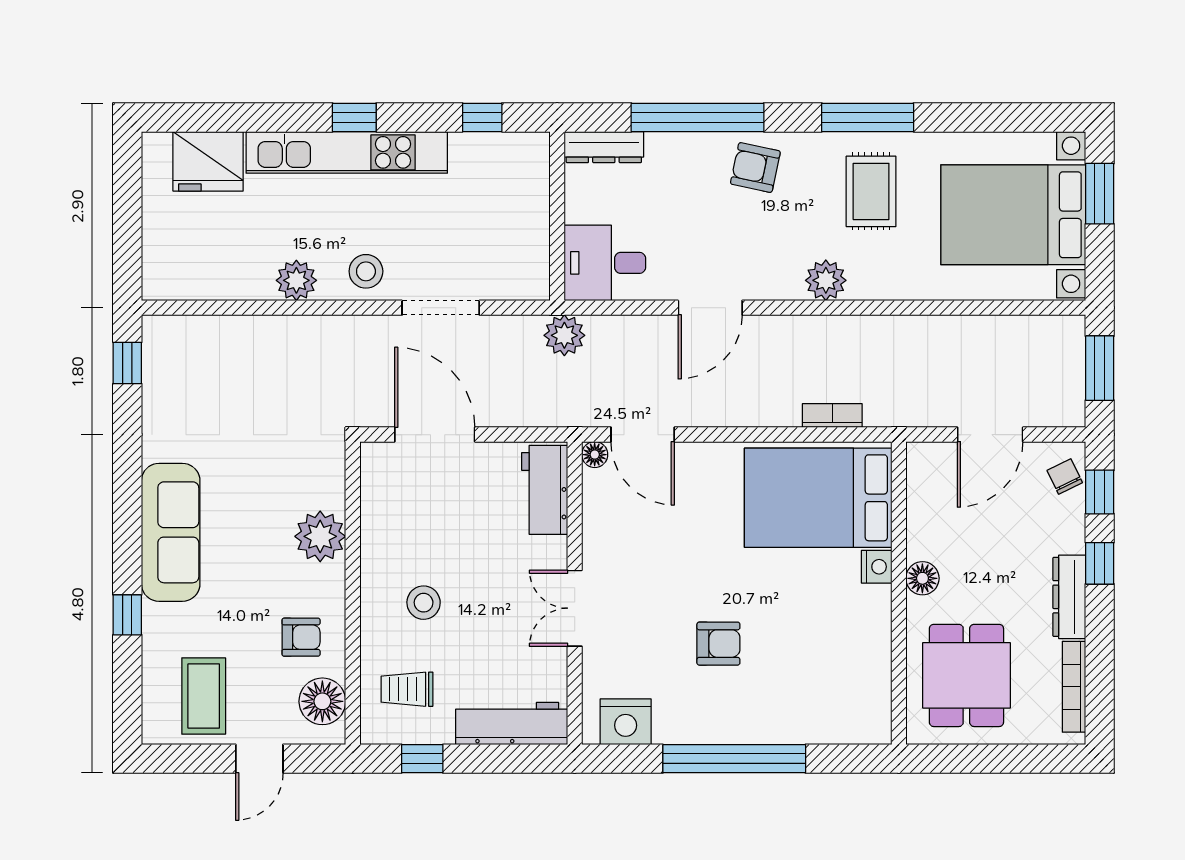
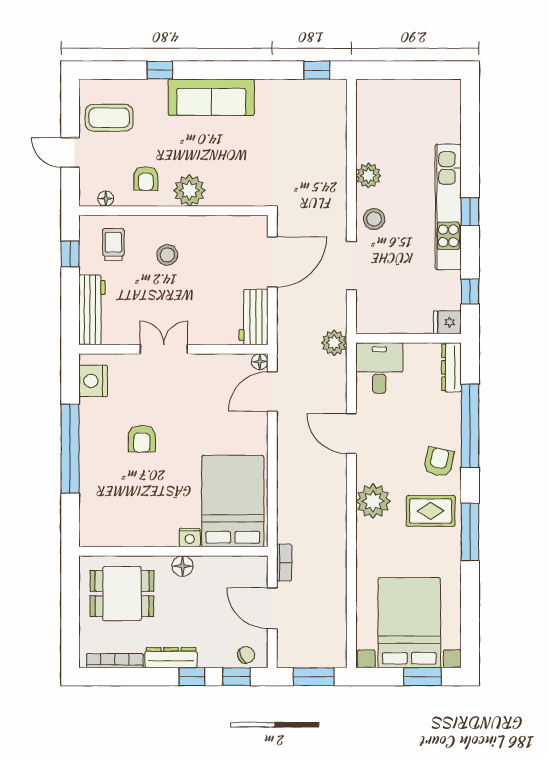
fridge: (208, 161) -> (447, 322), moved, width x0.53, depth x0.75
rug: (871, 191) -> (431, 511), moved
plant: (826, 280) -> (373, 501), width x1.36, depth x1.36
bookcase: (832, 416) -> (284, 563), moved
workbench: (545, 490) -> (254, 317), moved, turned -90
plant: (320, 536) -> (189, 190), moved
floor lamp: (322, 701) -> (106, 199), width x0.53, depth x0.53

